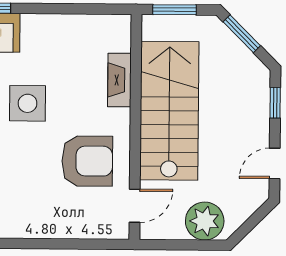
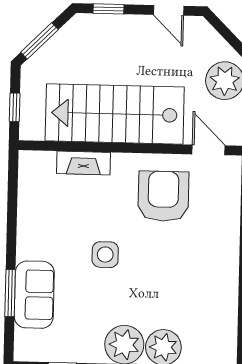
window: (175, 10) -> (15, 107), width x0.67
side table: (28, 103) -> (105, 255), width x0.73, depth x0.73

